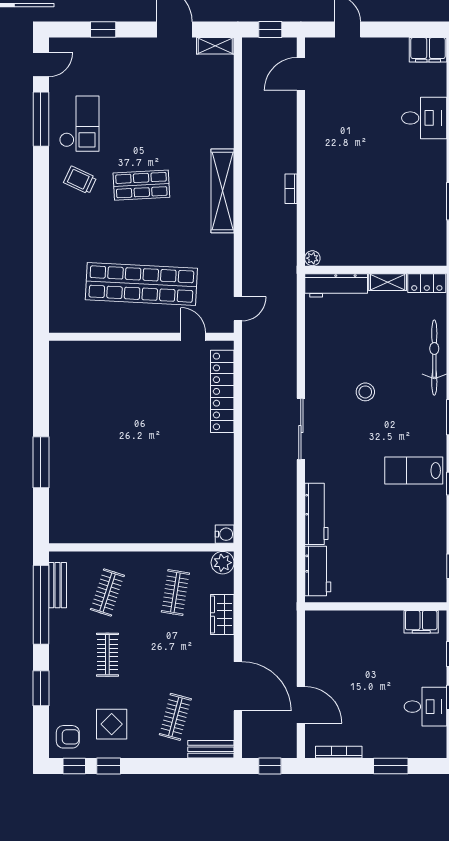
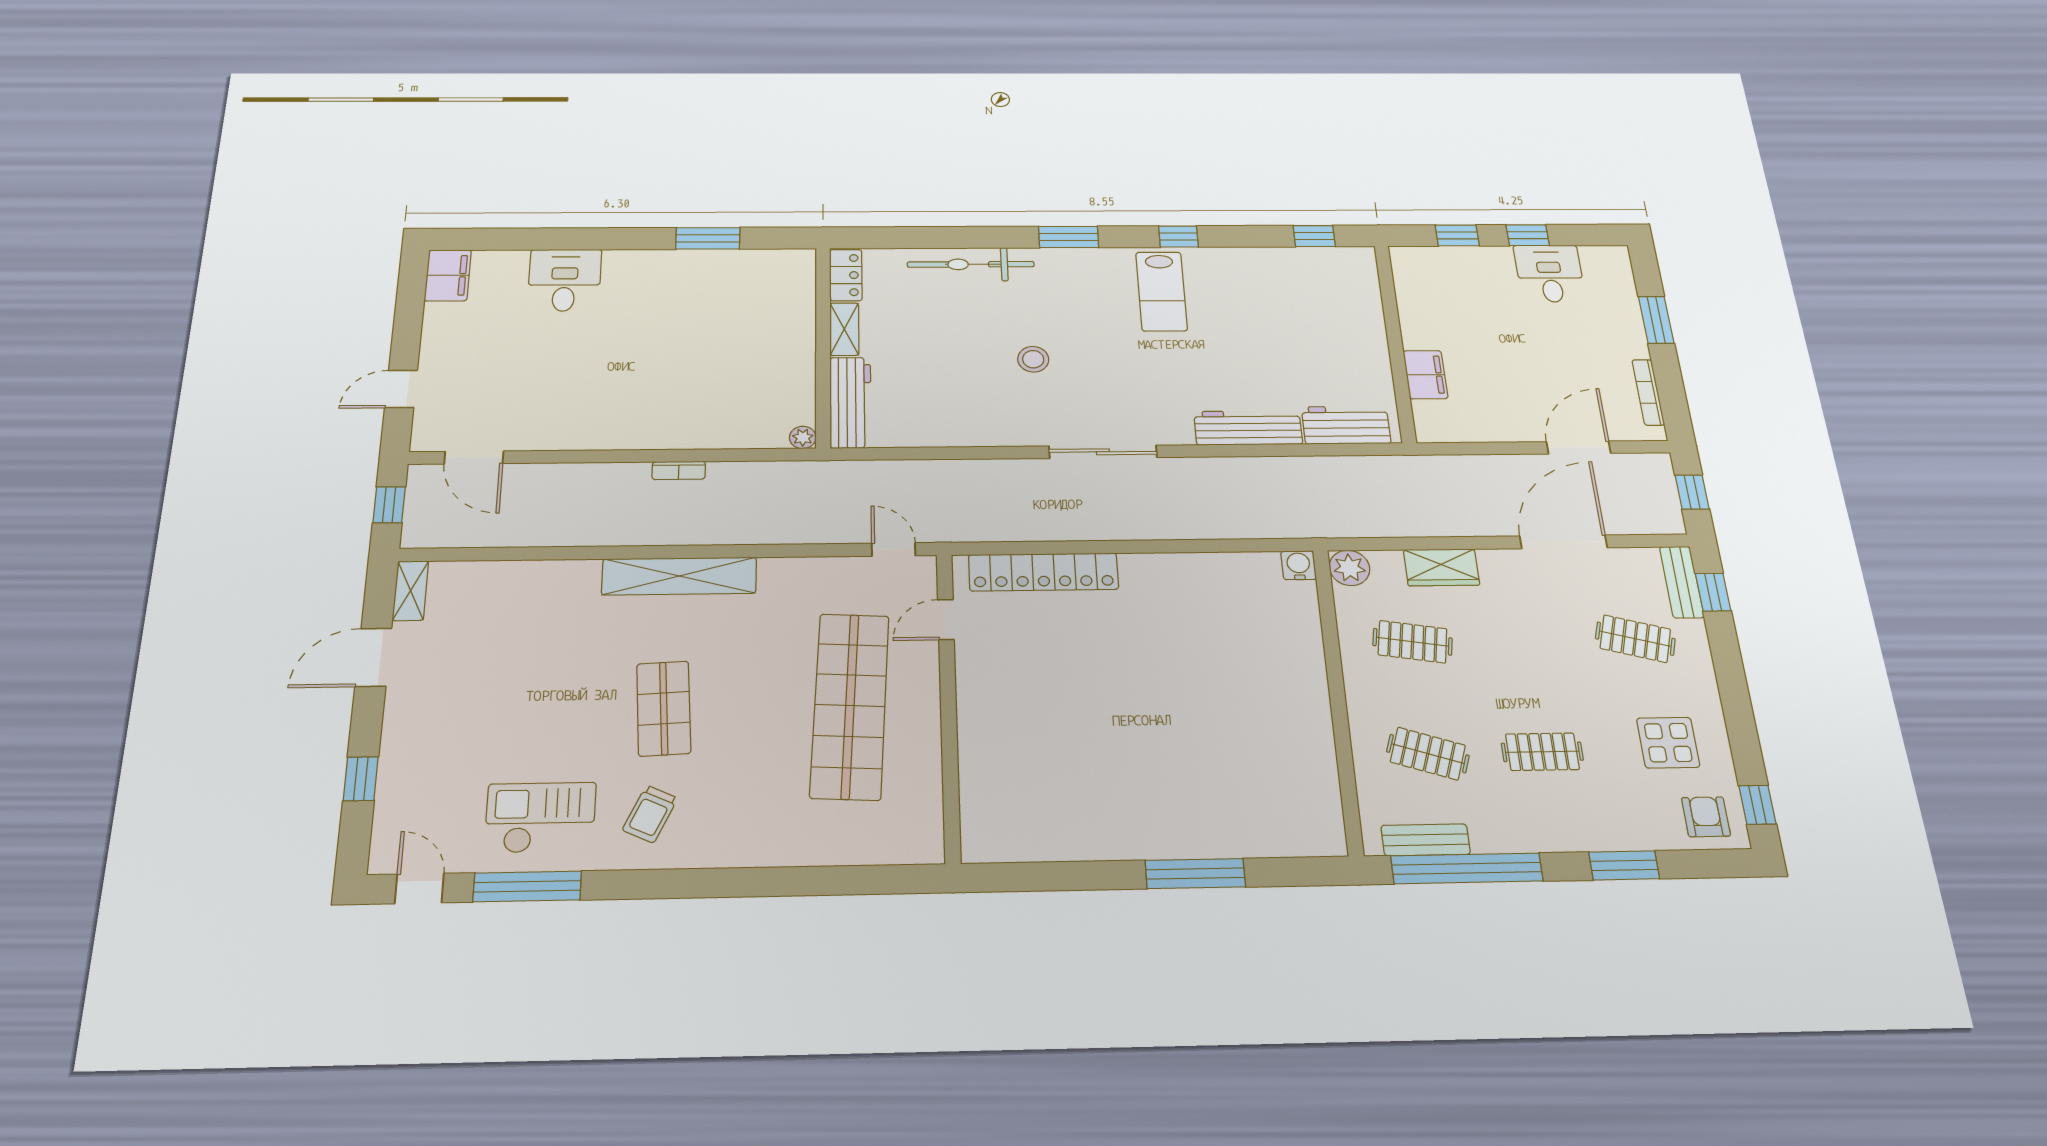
filing cabinet: (421, 622) -> (1425, 375), moved
window: (109, 766) -> (1713, 592), moved

